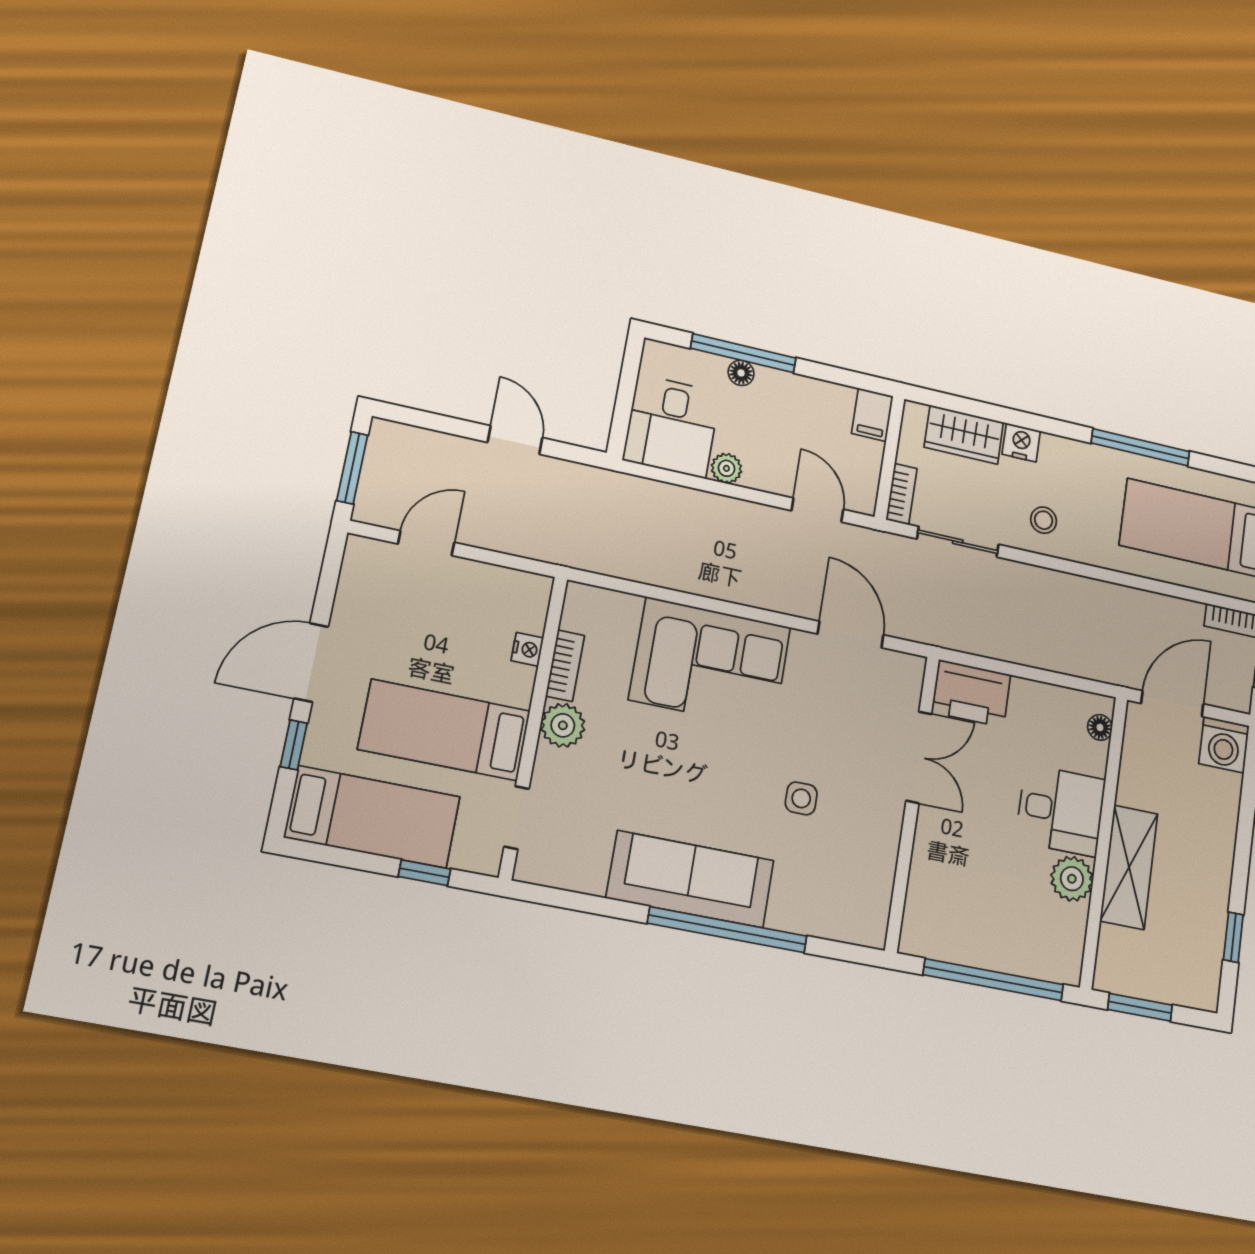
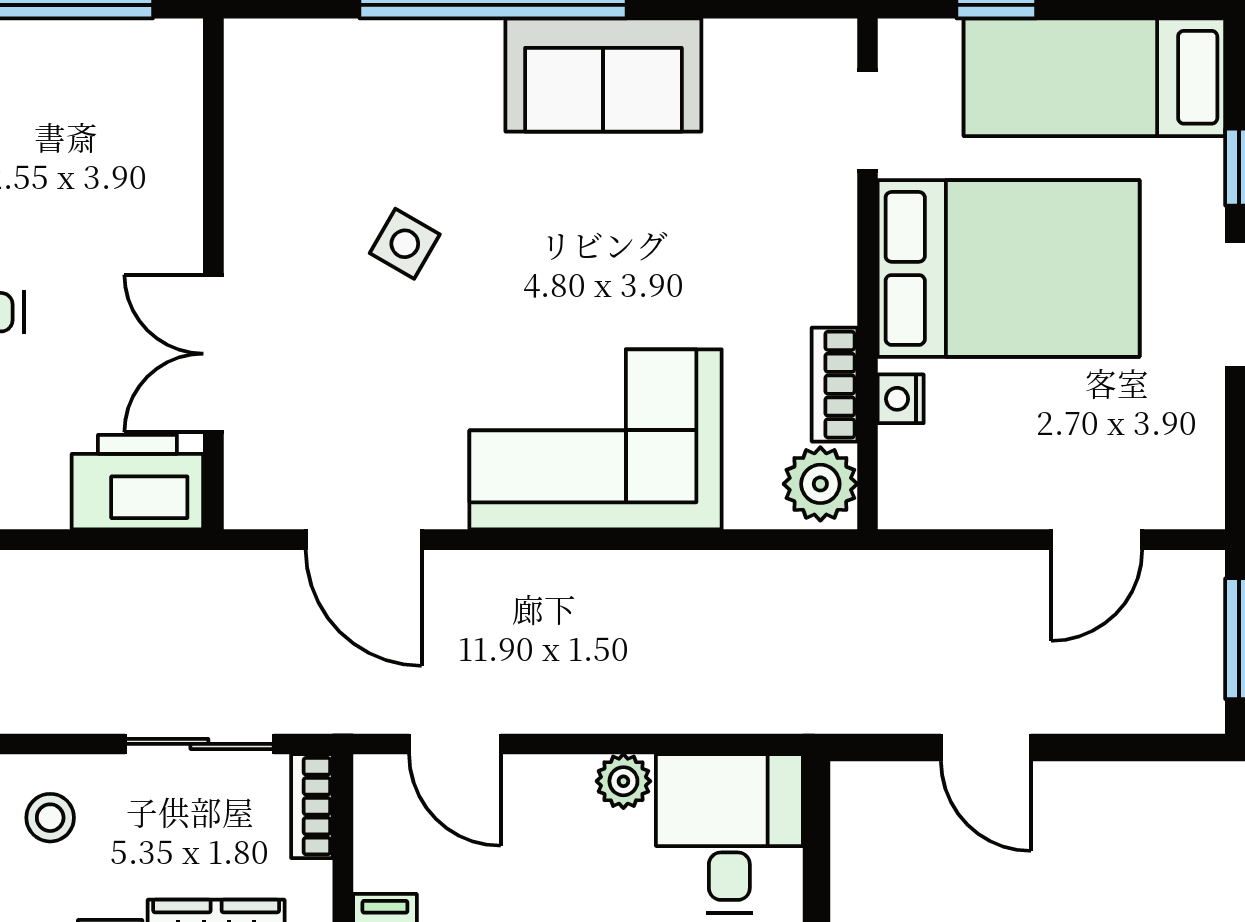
plant: (563, 725) -> (820, 484), moved
bed: (444, 730) -> (1009, 268), width x1.50
side table: (801, 798) -> (405, 244), turned 30
sofa: (690, 879) -> (603, 75), width x0.73

